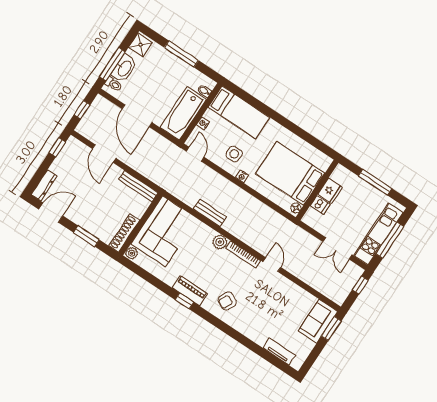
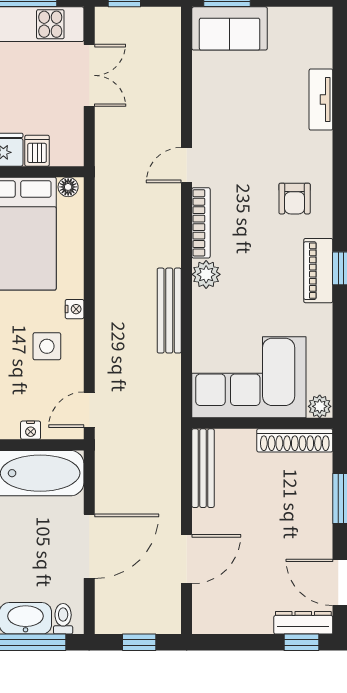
window: (57, 147) -> (301, 642), moved
bench: (210, 213) -> (169, 311), width x1.36
armchair: (227, 301) -> (295, 199), turned 64
tv unit: (279, 352) -> (321, 99), moved

